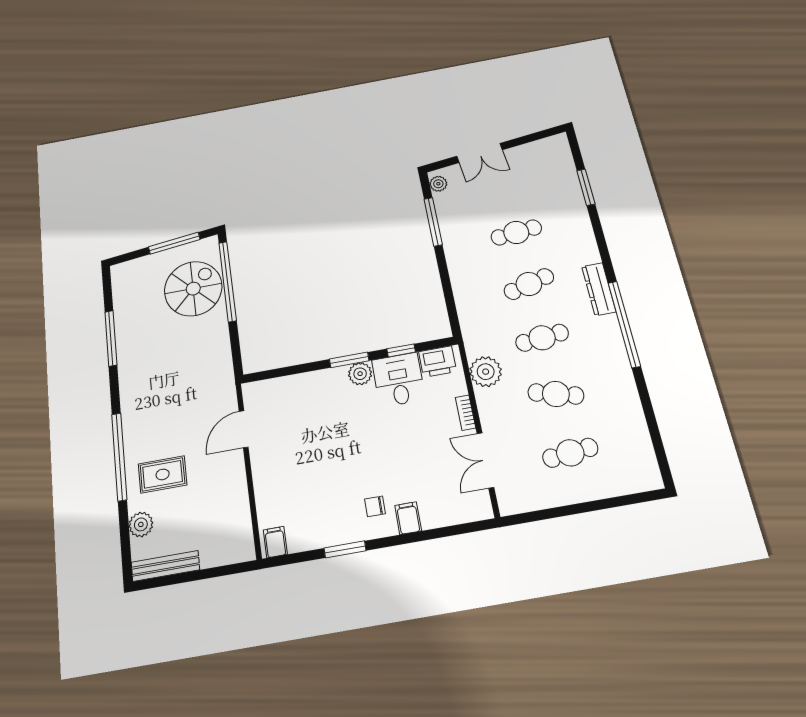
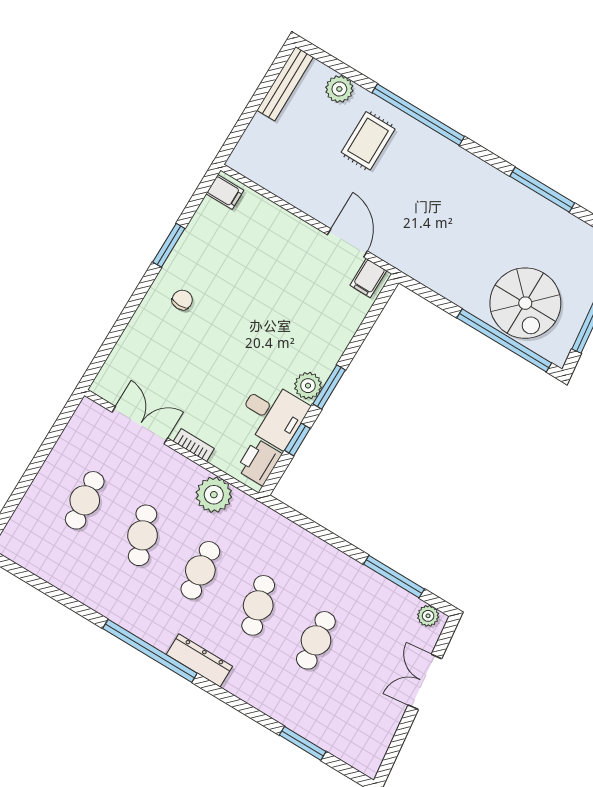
cafe table: (556, 394) -> (143, 535), turned -36
filing cabinet: (408, 518) -> (368, 278), moved, turned 90

